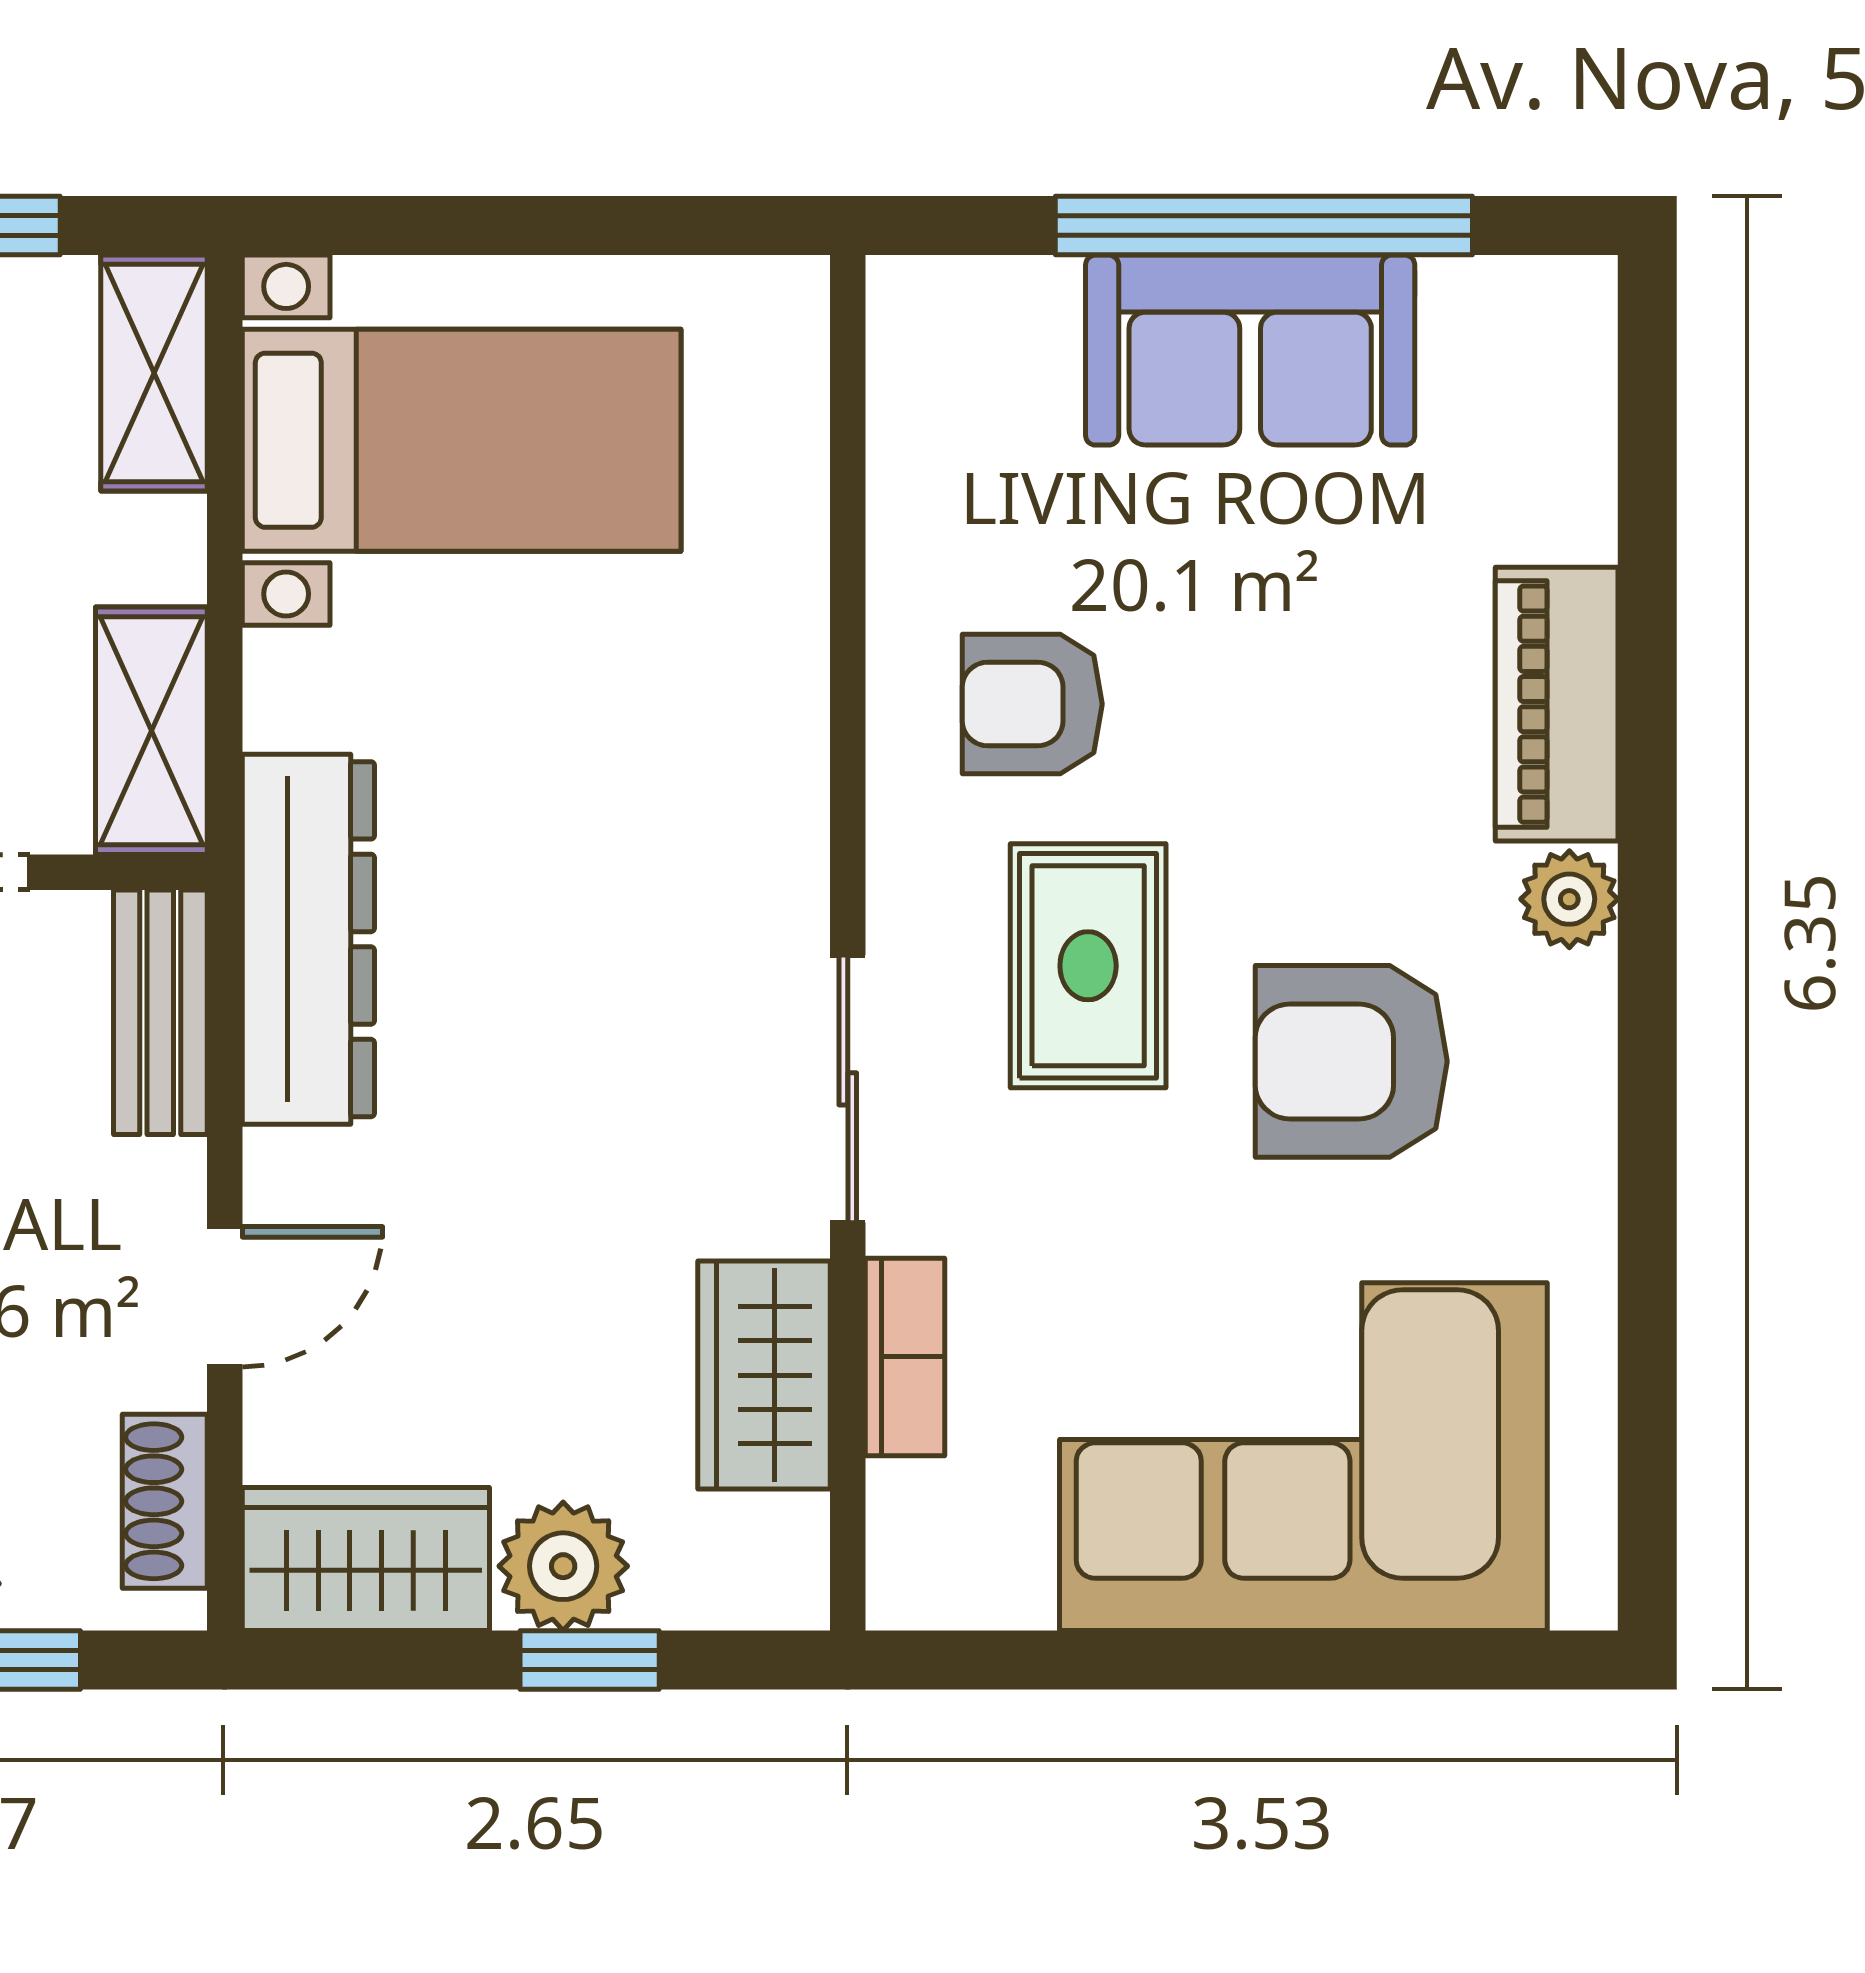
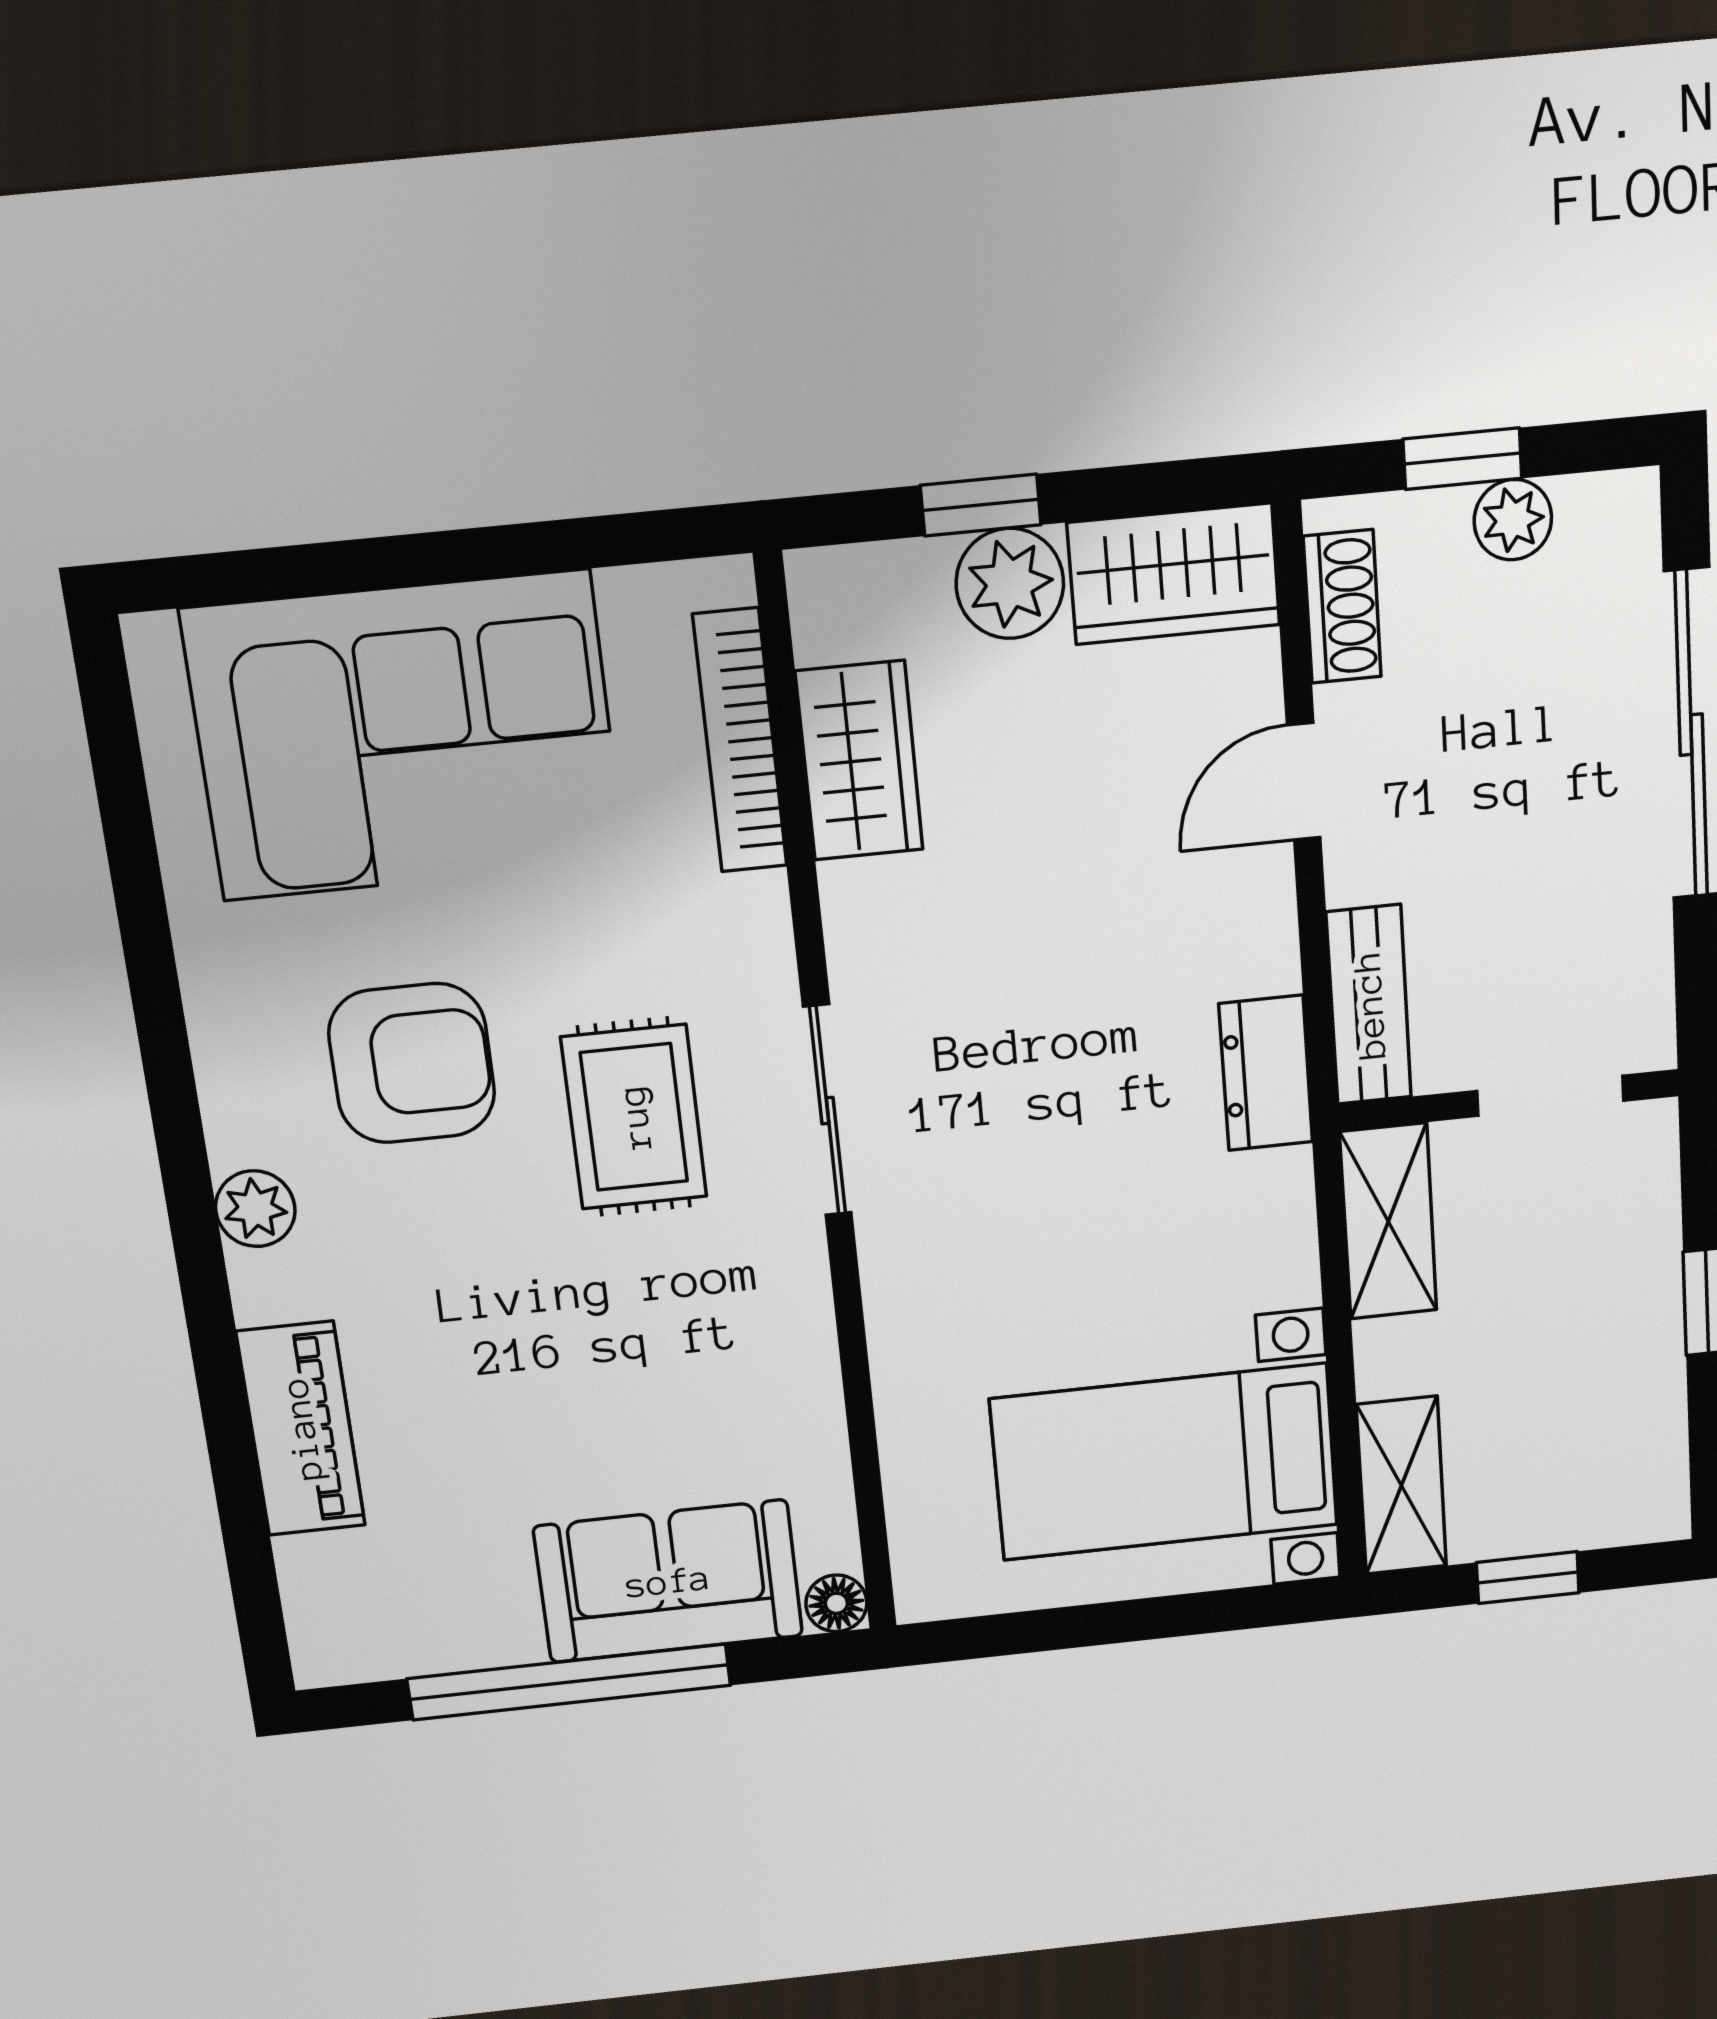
floor lamp: (905, 295) -> (836, 1603), added
sofa: (1250, 350) -> (668, 1581), moved
armchair: (1032, 704) -> (703, 1314), removed
piano: (1557, 704) -> (301, 1429), moved
dresser: (308, 939) -> (1266, 1073), width x0.51, depth x0.80
sliding door: (848, 1089) -> (827, 1111), moved
bookcase: (905, 1357) -> (740, 741), width x1.56

